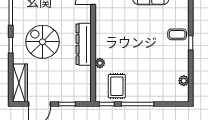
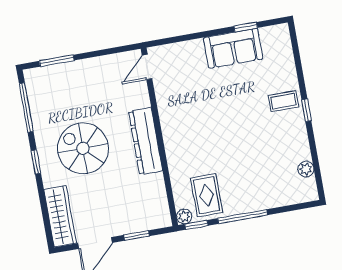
plant: (100, 63) -> (184, 216), moved

